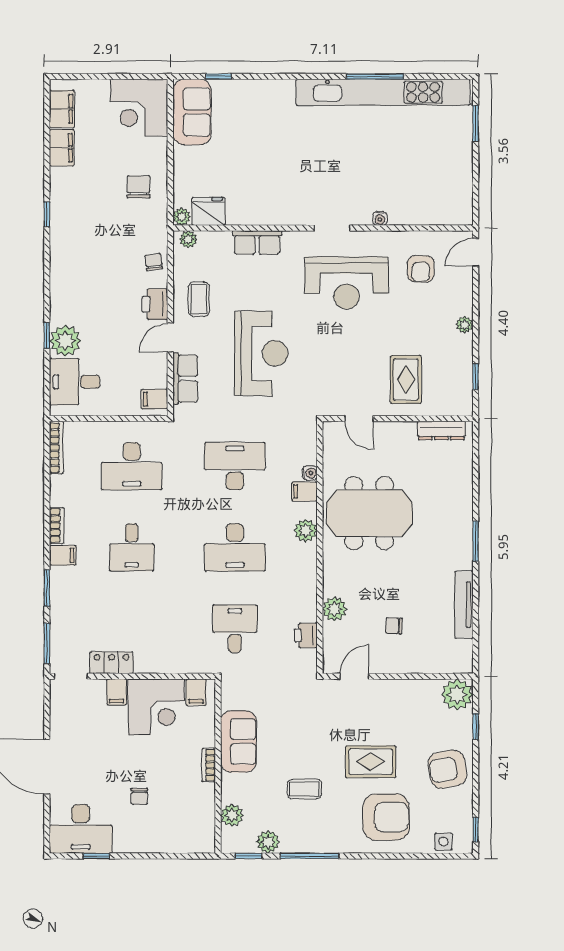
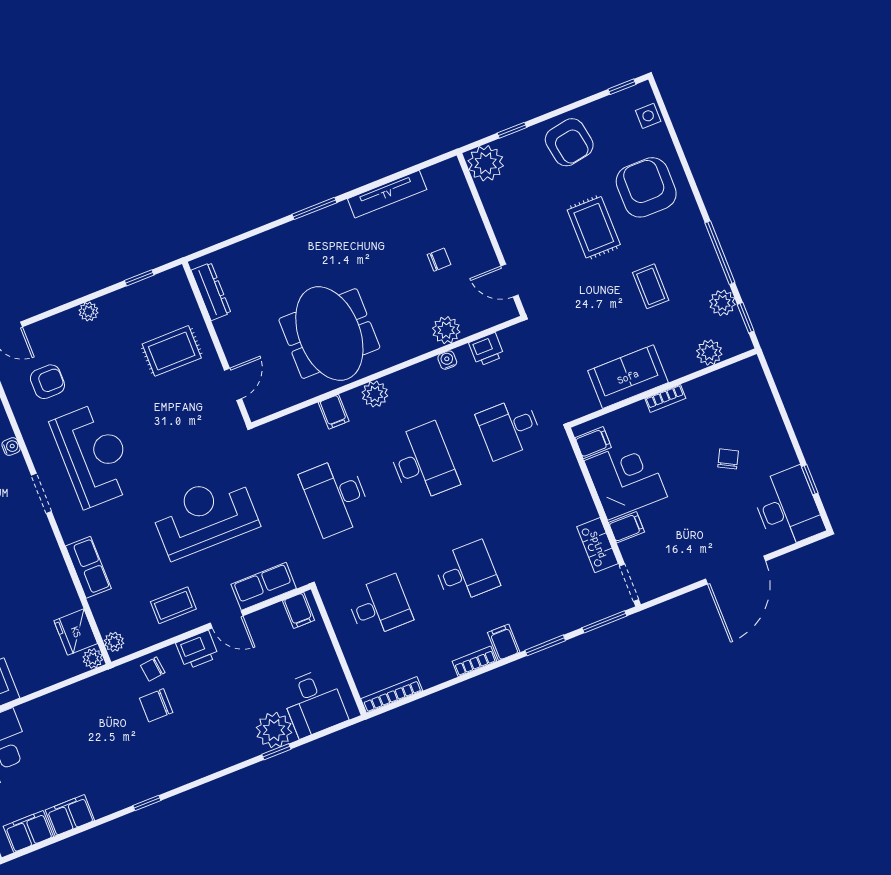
chair: (139, 187) -> (156, 705), moved
desk: (132, 466) -> (379, 606), width x0.73
water cooler: (310, 473) -> (447, 360), moved
chair: (394, 626) -> (439, 260), turned -92
chair: (139, 796) -> (728, 459), turned -62

